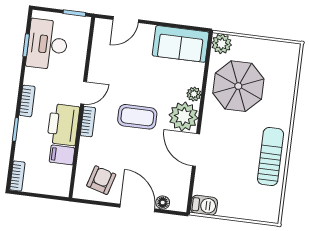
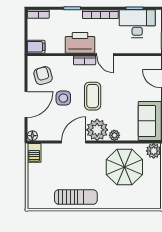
bookcase: (27, 101) -> (100, 14), width x1.56
filing cabinet: (62, 155) -> (36, 47), moved, turned 90
side table: (135, 157) -> (63, 98), added
armchair: (101, 180) -> (43, 76), turned -122
floor lamp: (163, 203) -> (32, 136), moved

